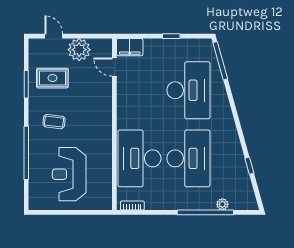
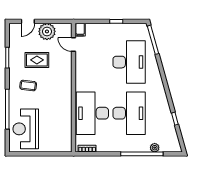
door: (54, 36) -> (28, 21), swing flipped
filing cabinet: (130, 47) -> (80, 30), width x0.50
rug: (52, 78) -> (37, 60), moved
reception desk: (69, 174) -> (26, 129), moved

